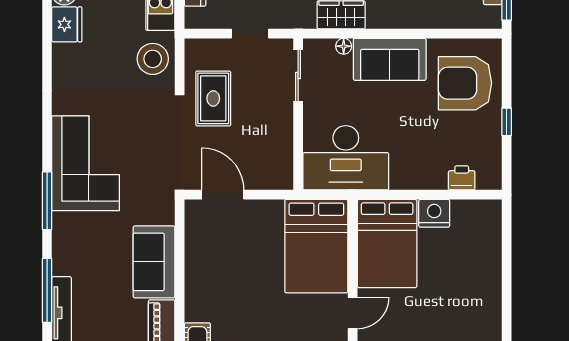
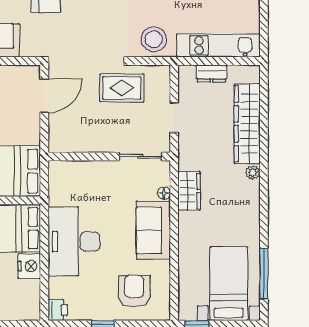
armchair: (465, 83) -> (134, 291), width x0.73, depth x0.73
desk: (346, 158) -> (74, 242), moved
printer: (462, 178) -> (58, 310), moved

